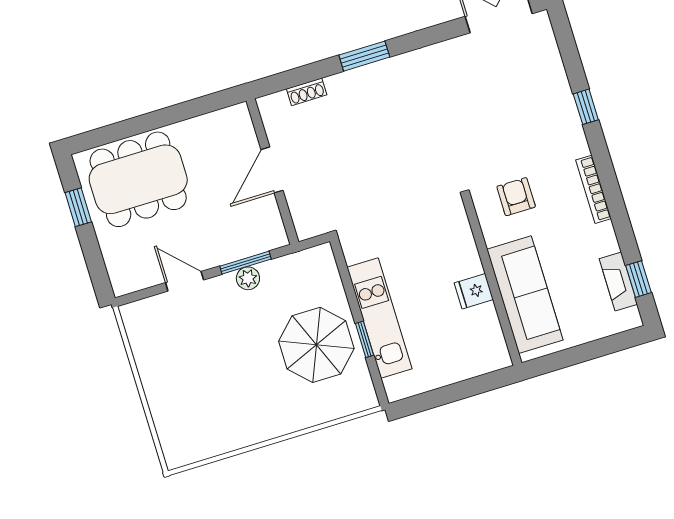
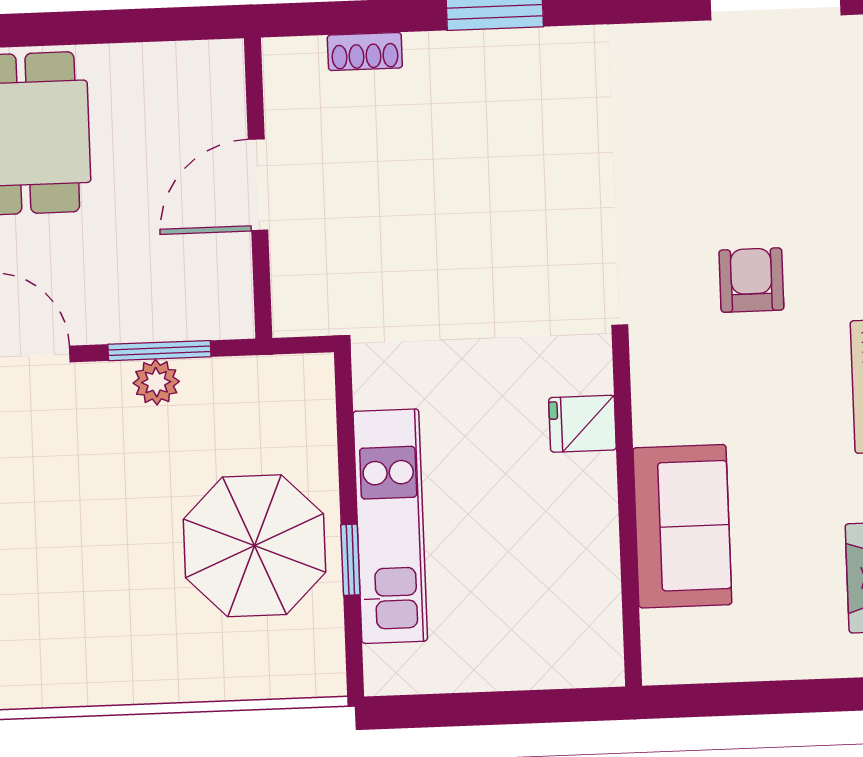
armchair: (516, 197) -> (751, 280), moved
fridge: (474, 291) -> (582, 424), moved
sofa: (525, 295) -> (682, 526), width x0.73

